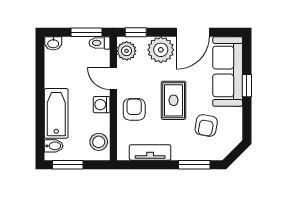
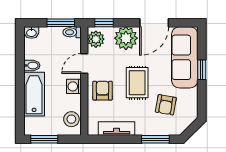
door: (113, 78) -> (84, 63), hinge flipped
bidet: (54, 146) -> (32, 65), moved

